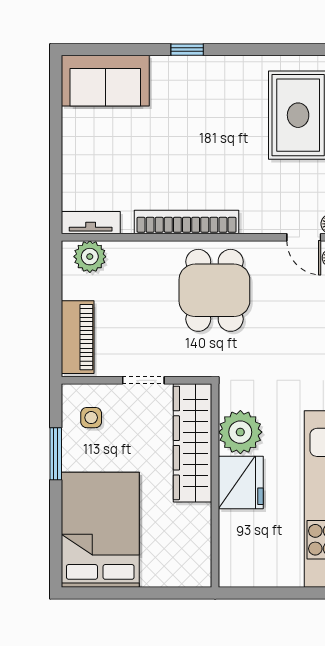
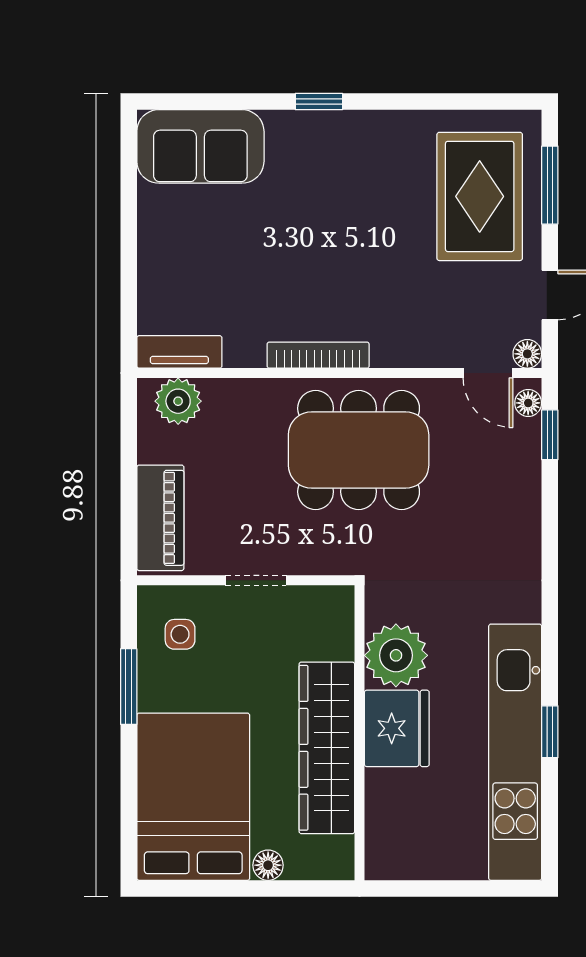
bookcase: (187, 222) -> (318, 355), width x0.68, depth x0.76
dining table: (214, 290) -> (359, 450), width x1.38
wardrobe: (193, 443) -> (327, 748), moved
floor lamp: (152, 577) -> (268, 865), added

